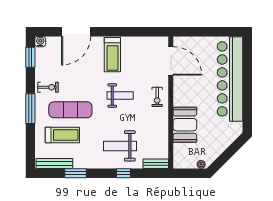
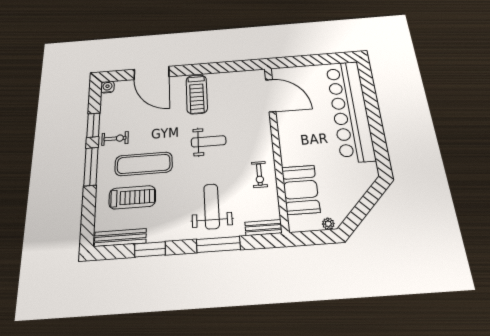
door: (76, 32) -> (152, 73), hinge flipped
window: (30, 57) -> (93, 125), moved
exercise bike: (157, 97) -> (259, 175), moved
booth: (185, 125) -> (301, 190), moved
weight bench: (120, 146) -> (212, 206), turned 90
window: (123, 173) -> (218, 244), width x2.17

